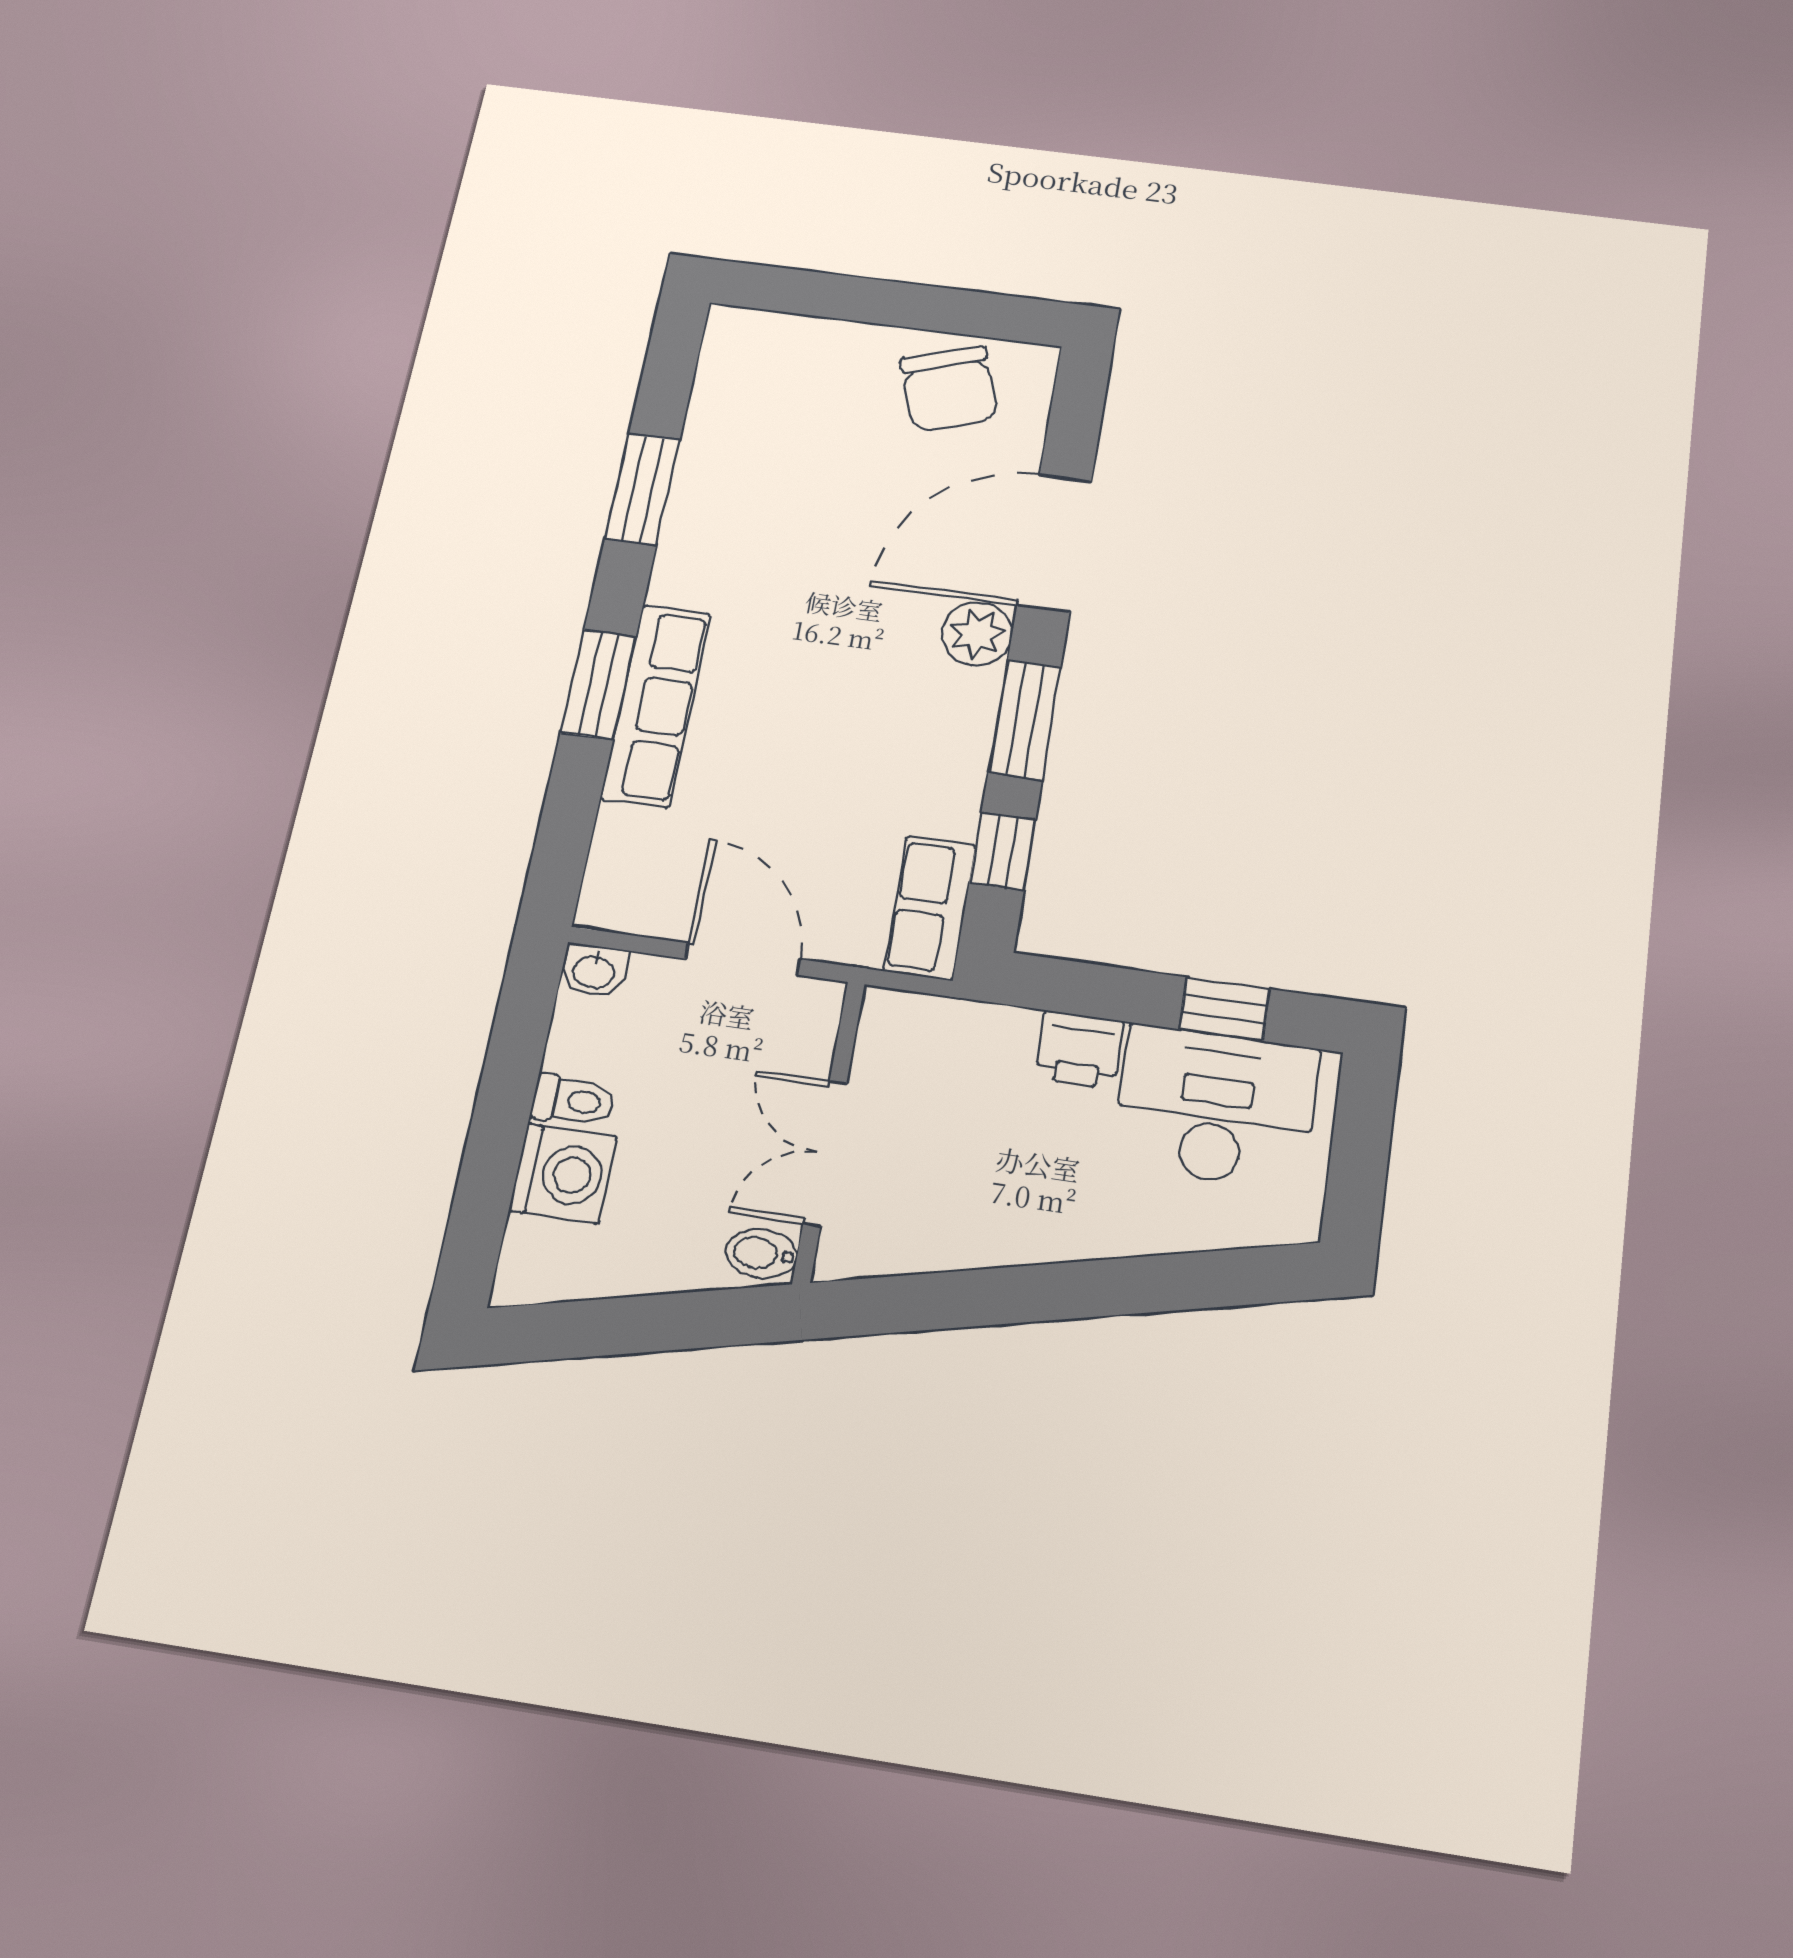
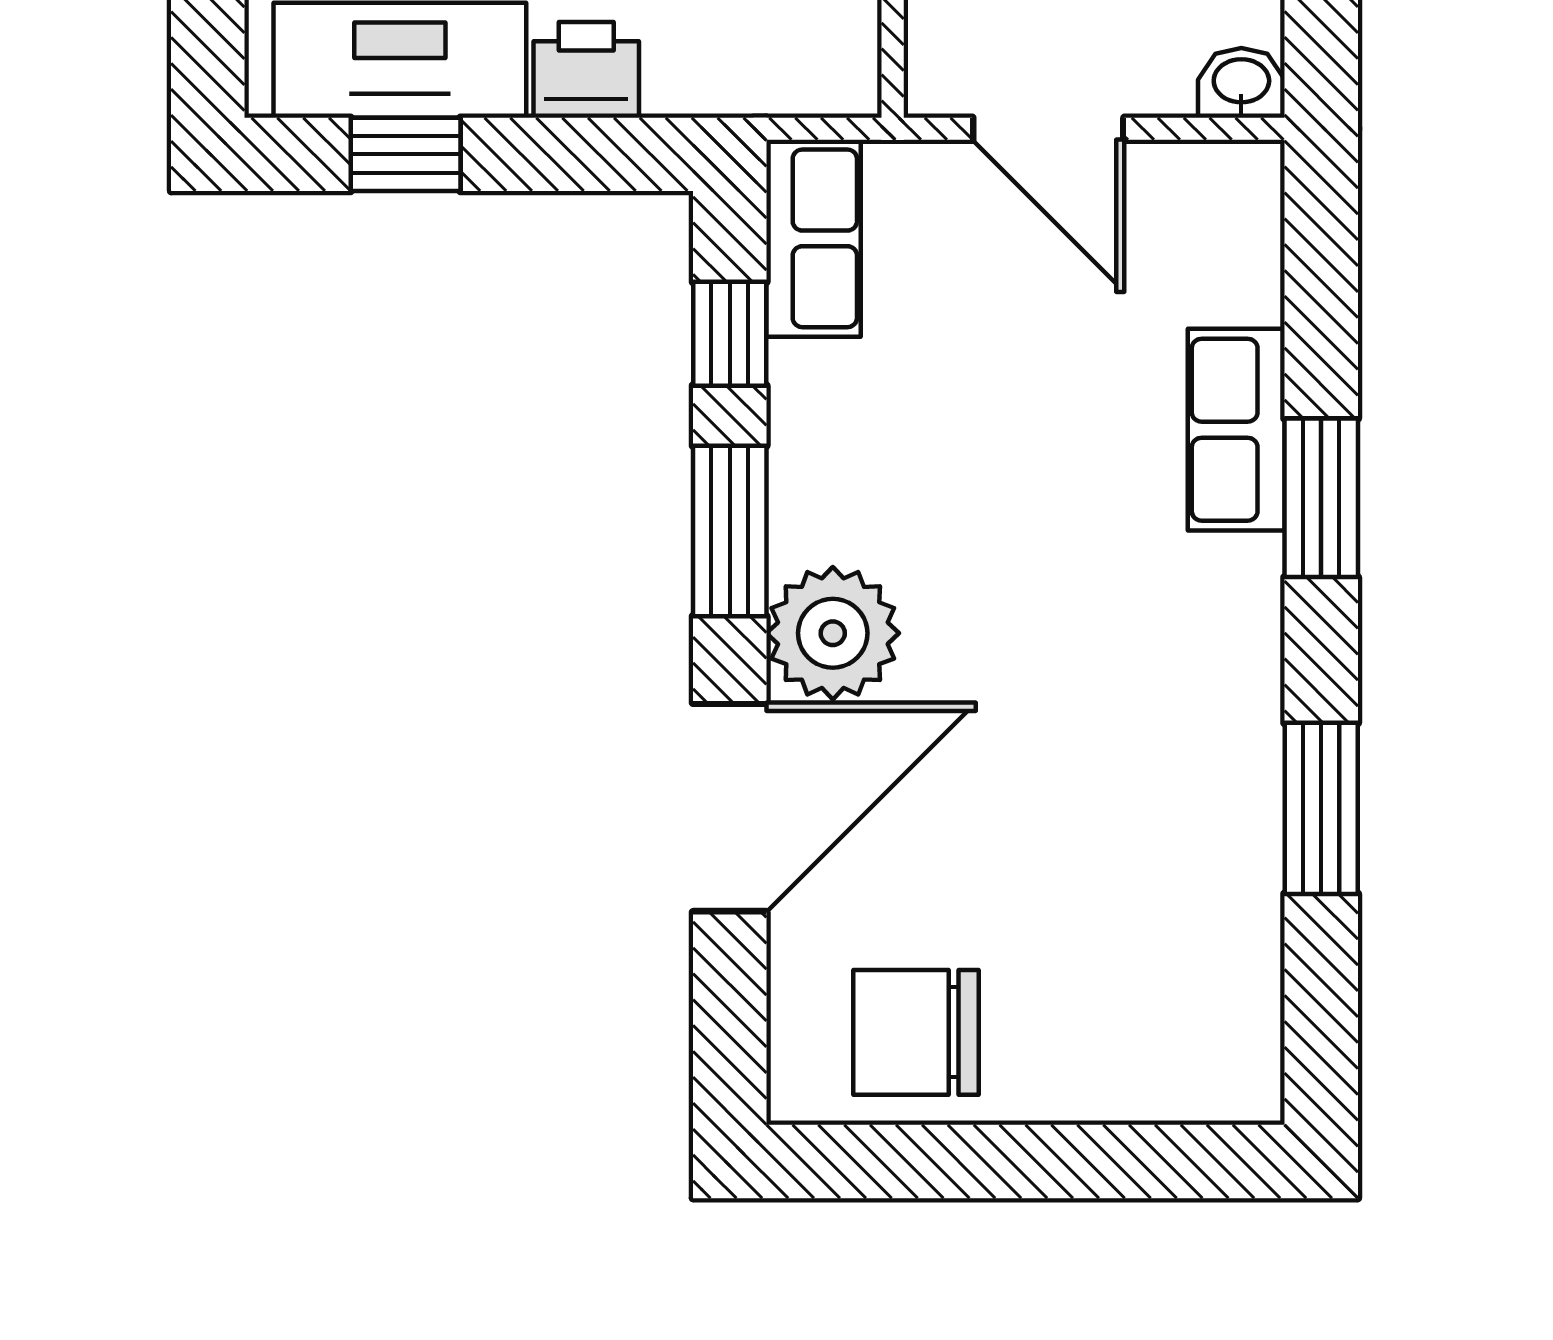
chair: (949, 389) -> (916, 1032), turned -71
plant: (977, 634) -> (833, 633), width x1.36, depth x1.36
row of seats: (656, 705) -> (1236, 430), width x0.68

